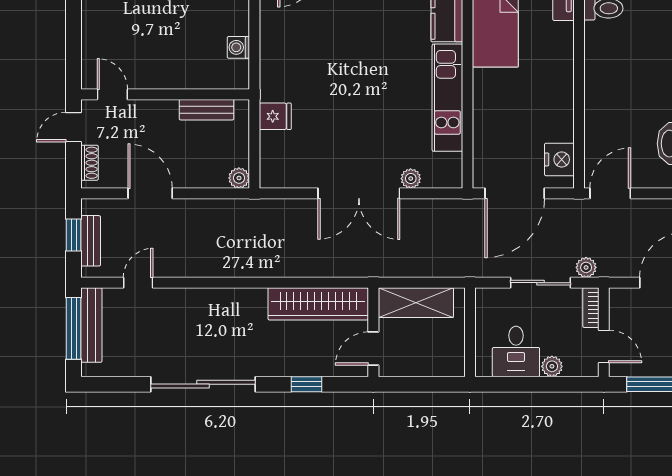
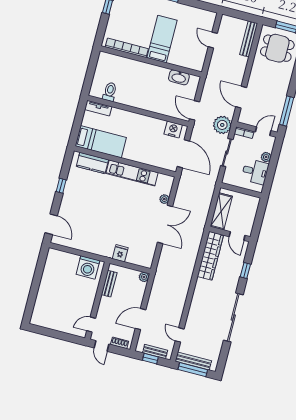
washing machine: (238, 47) -> (88, 267), width x1.89, depth x1.89
plant: (586, 267) -> (222, 125), width x1.88, depth x1.88

